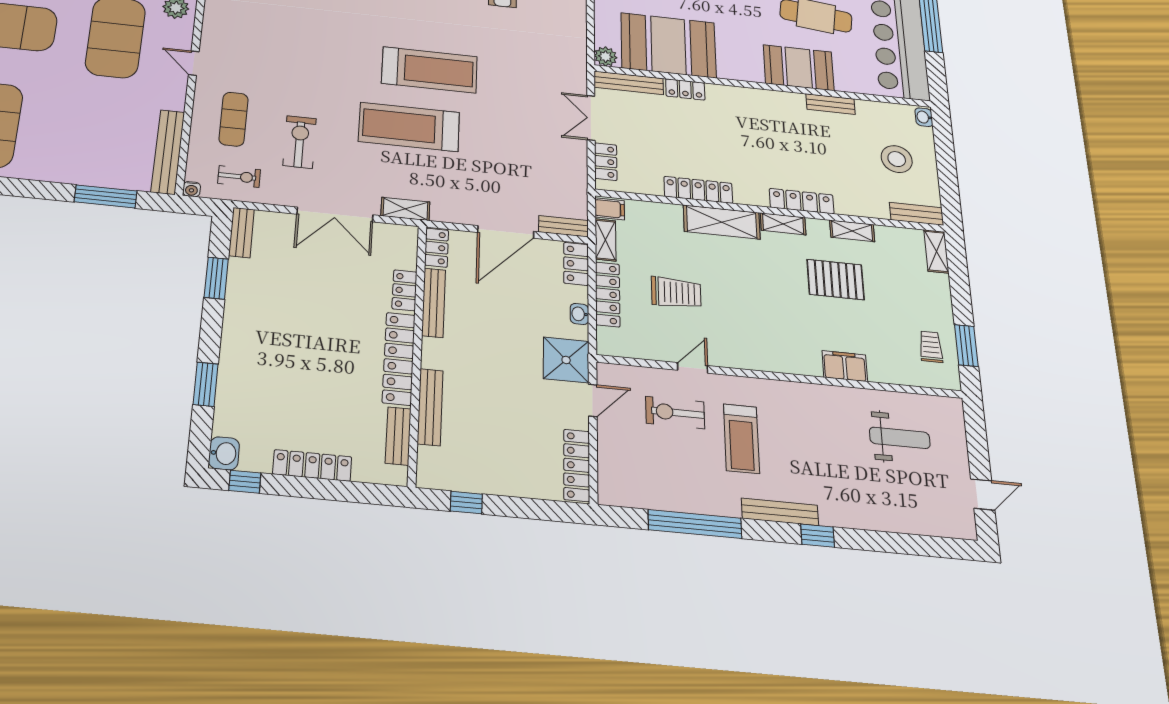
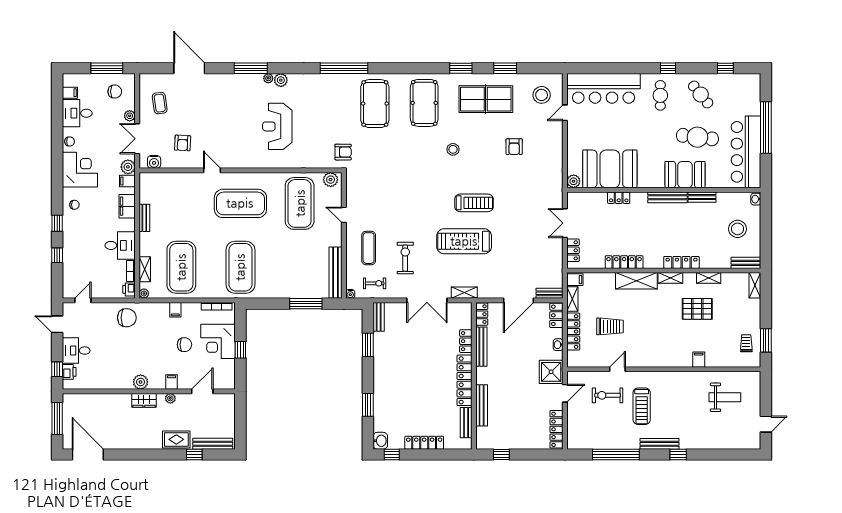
treadmill: (429, 70) -> (474, 203), width x0.73, depth x0.73
bench: (629, 83) -> (668, 197), moved
filing cabinet: (845, 366) -> (699, 360), width x0.50

